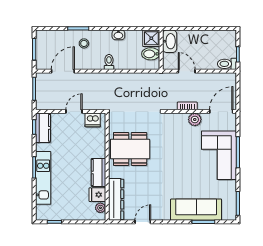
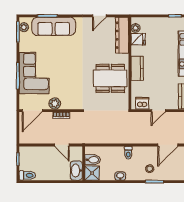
toilet: (227, 64) -> (27, 175), moved
kitchen counter: (99, 173) -> (137, 68), moved
plant: (231, 209) -> (24, 27), added

